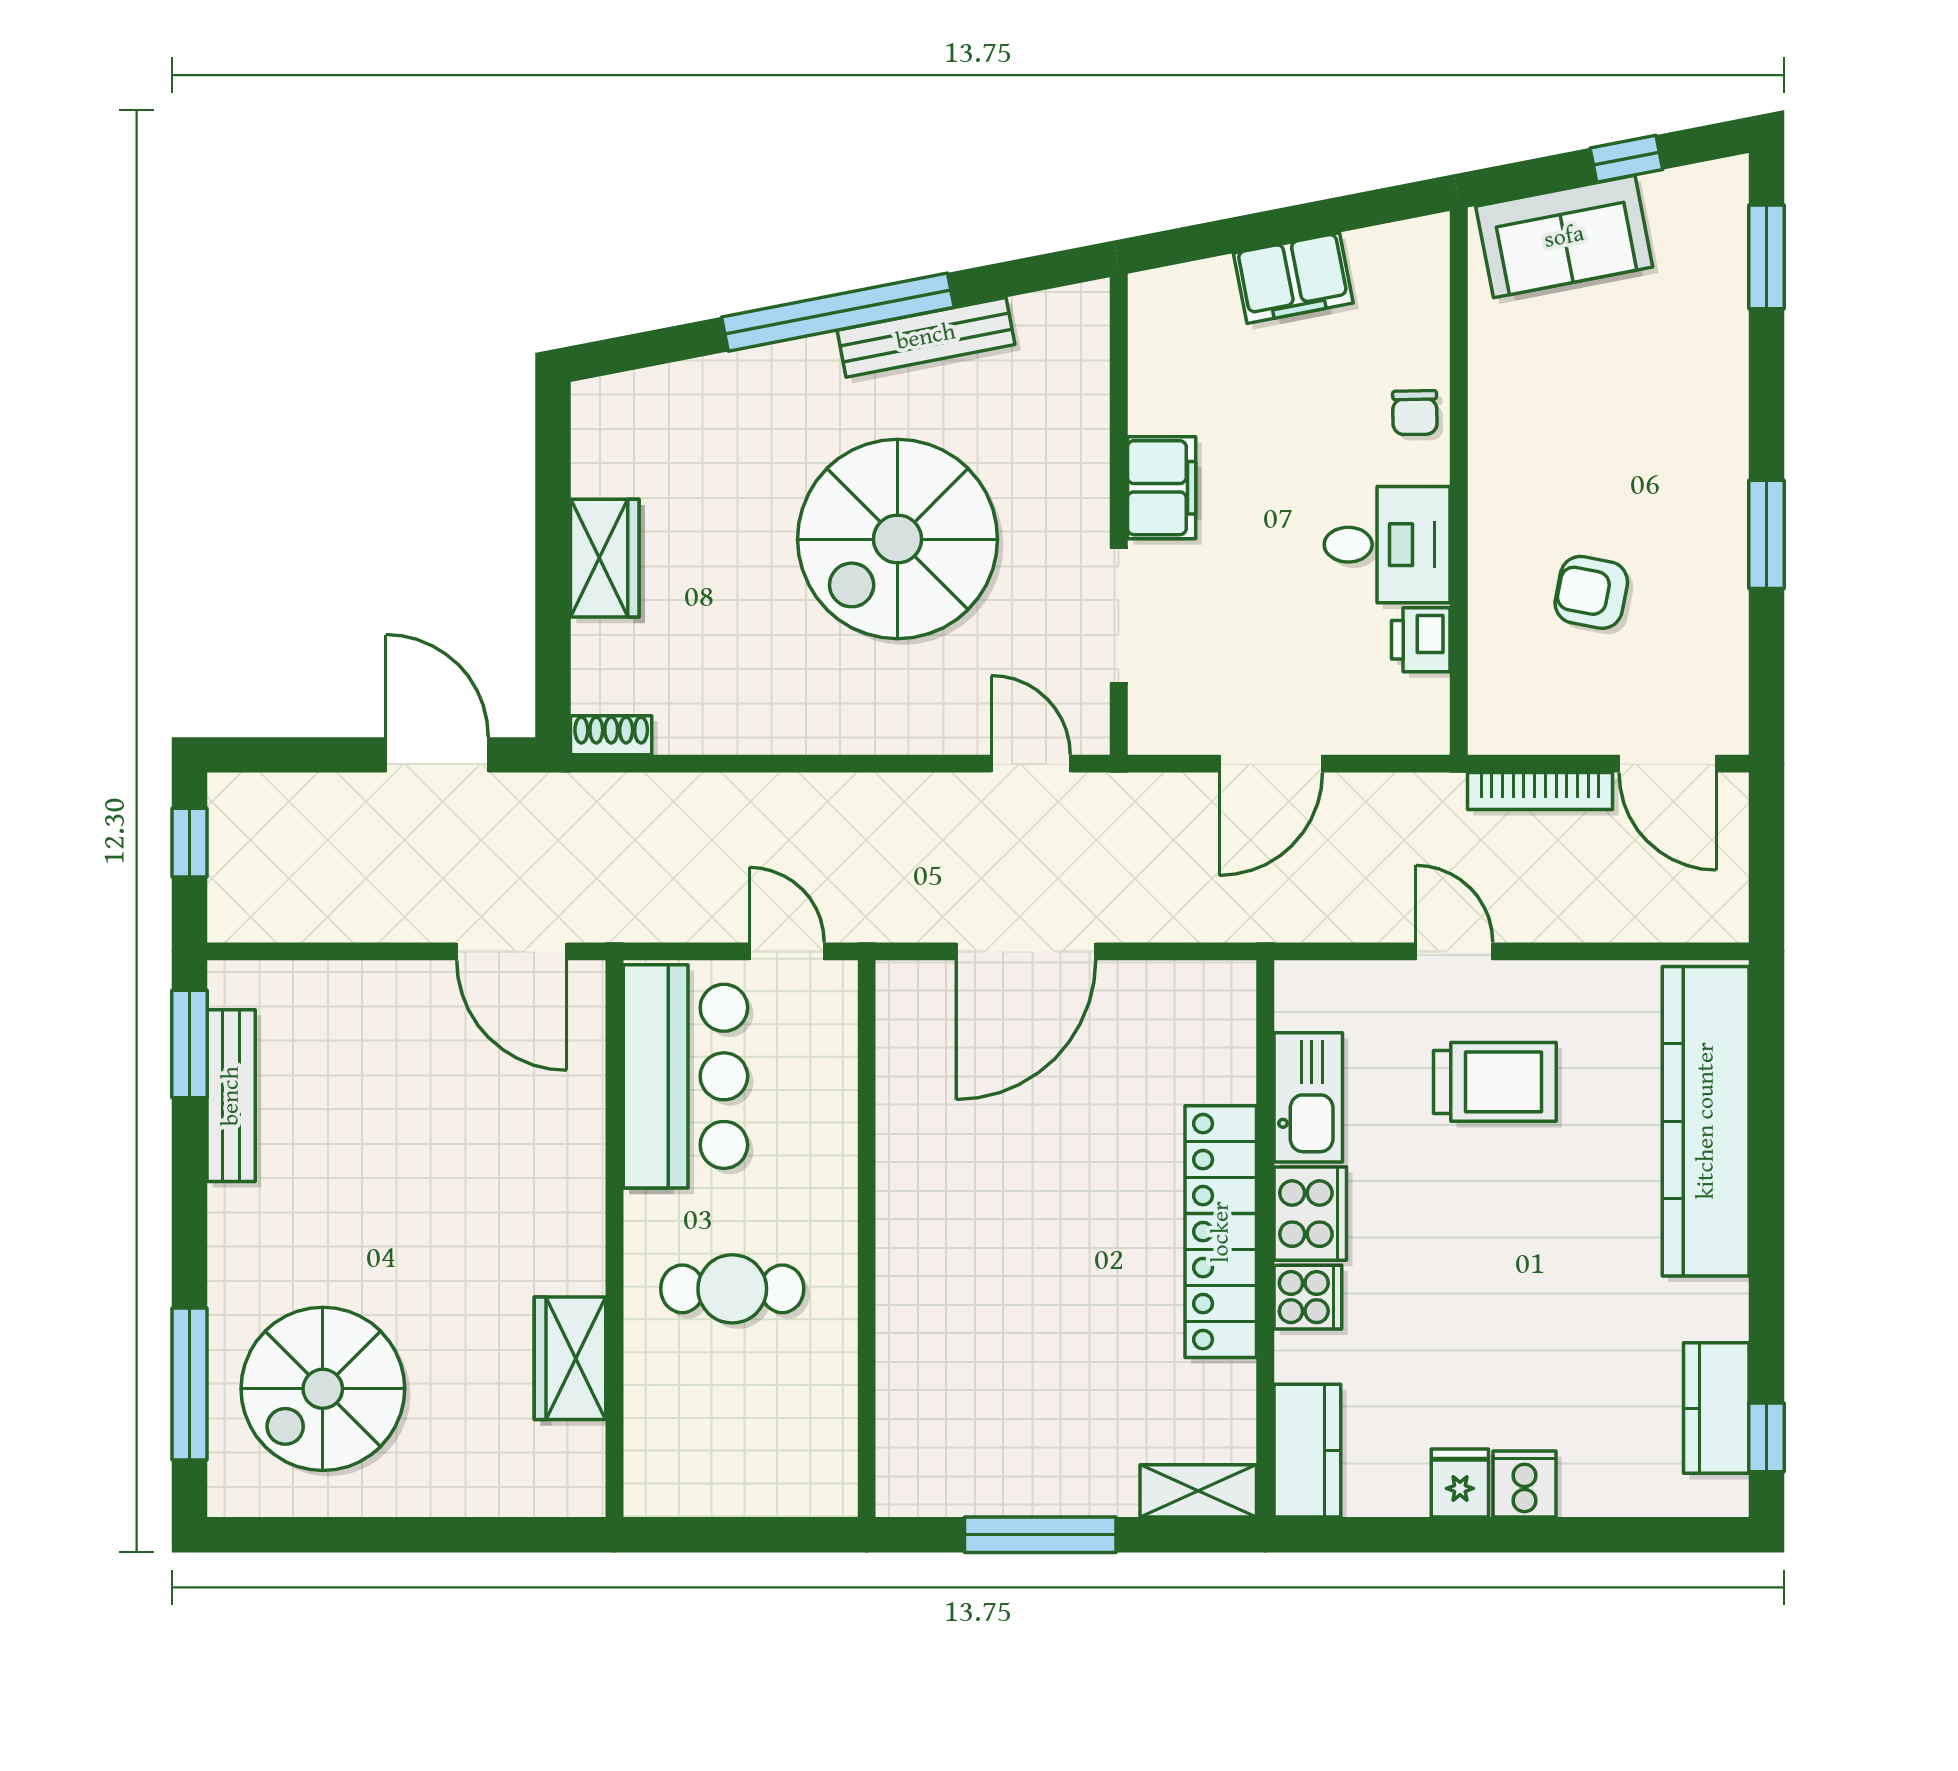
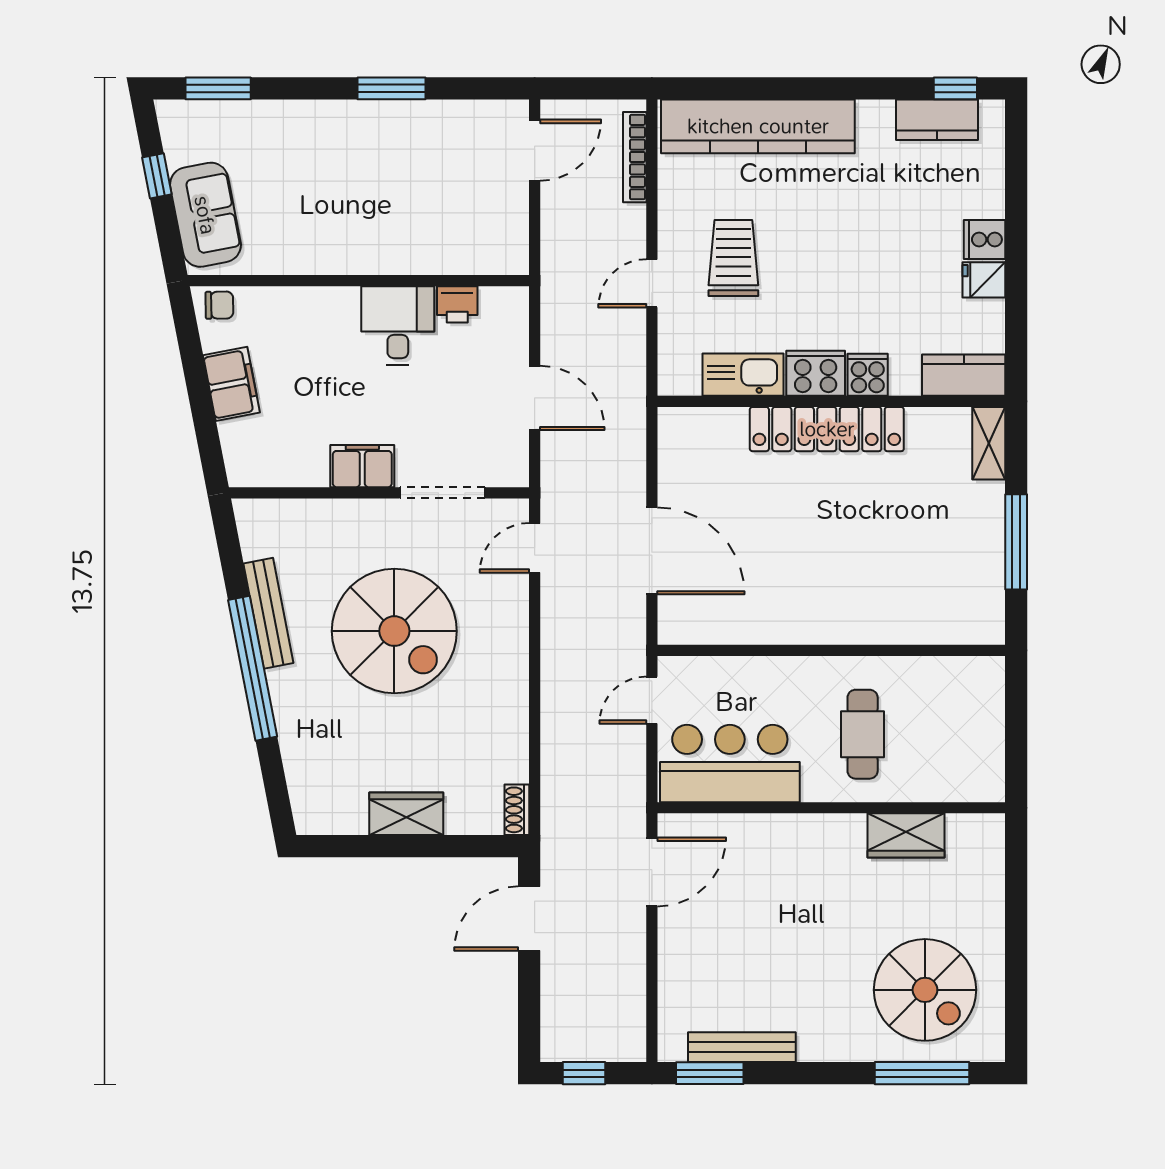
chair: (1415, 413) -> (219, 305), moved
armchair: (1591, 592) -> (428, 198), removed
bookcase: (1540, 791) -> (635, 157), moved, turned 180

